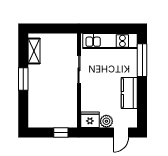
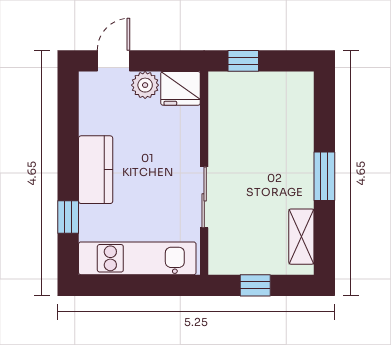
window: (55, 28) -> (255, 285), added
window: (142, 60) -> (68, 217), width x0.46
kitchen counter: (129, 93) -> (96, 170), moved

